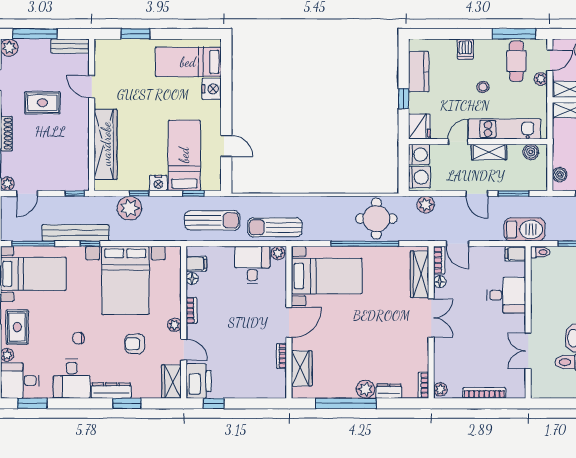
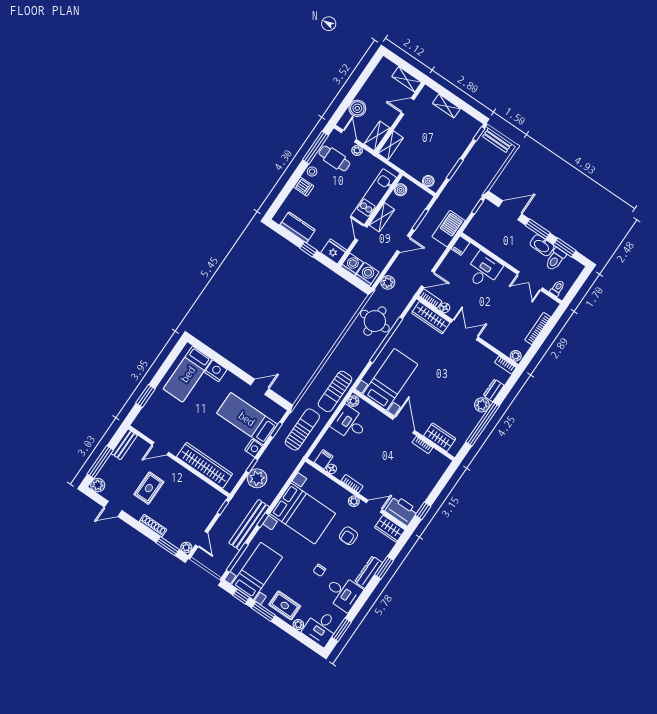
stool: (483, 87) -> (312, 172), moved
toilet: (540, 252) -> (557, 288), moved

